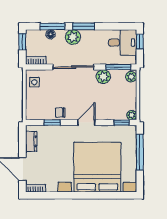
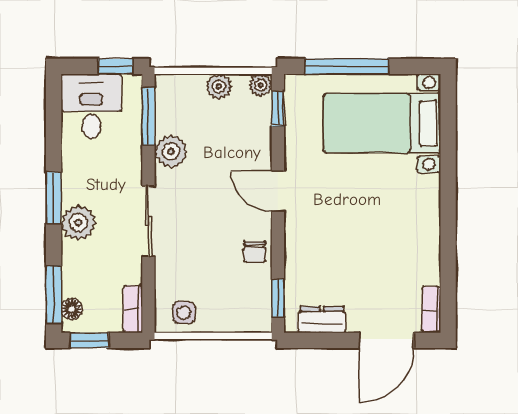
window: (52, 26) -> (54, 294), moved
floor lamp: (51, 34) -> (72, 309), moved
window: (140, 42) -> (116, 66), moved
sliding door: (74, 67) -> (148, 221), width x0.73
plant: (131, 77) -> (219, 86), moved
window: (52, 123) -> (278, 298), moved
bed with nightstands: (97, 167) -> (382, 123), width x0.54

